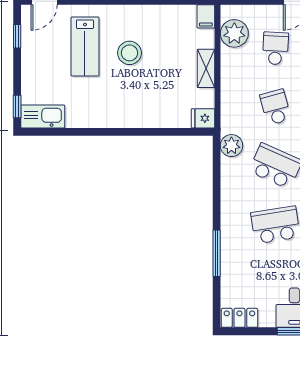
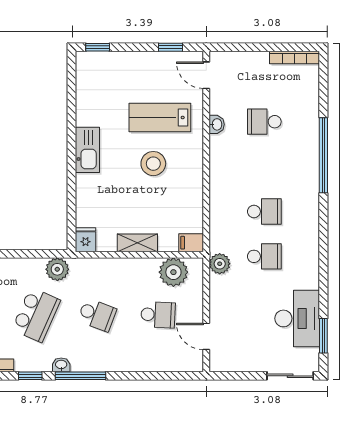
school desk: (275, 107) -> (97, 315), turned 36
kitchen sink: (43, 116) -> (87, 150), moved

